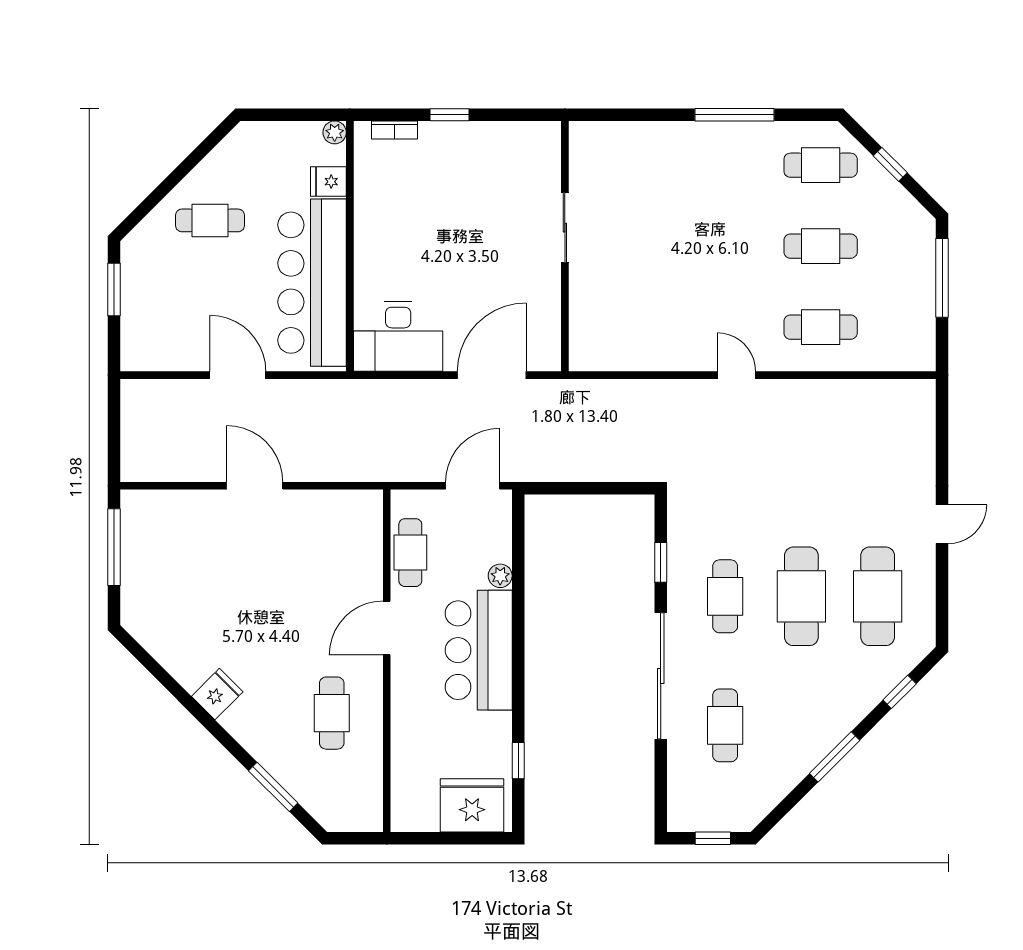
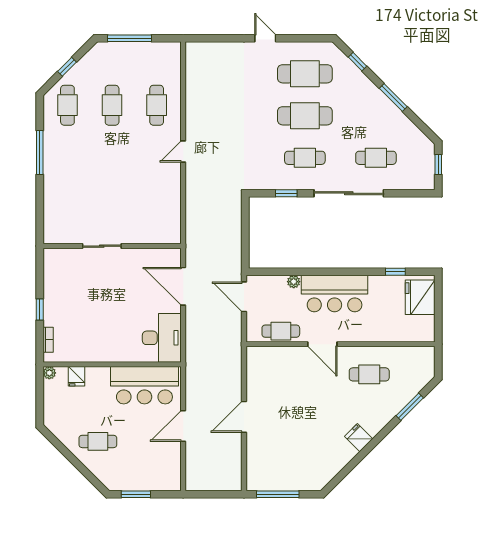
cafe table: (210, 220) -> (98, 441), turned 90
bar counter: (312, 283) -> (144, 385), width x0.73

